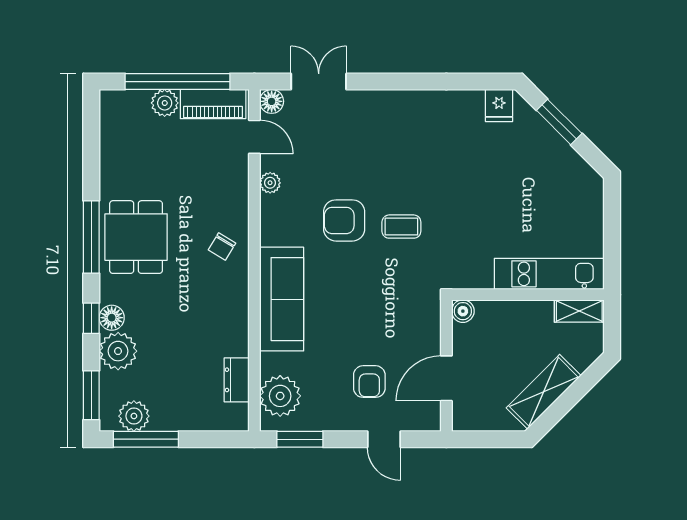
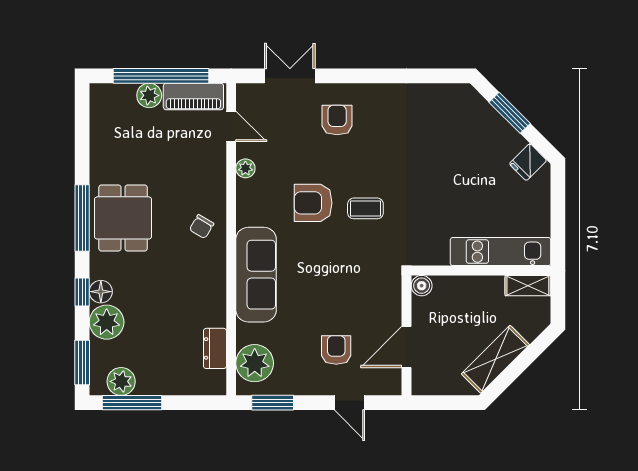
floor lamp: (272, 101) -> (247, 94), removed
fridge: (499, 106) -> (528, 162), moved, turned 45
armchair: (370, 130) -> (337, 120), added
armchair: (369, 382) -> (336, 350), turned 180

